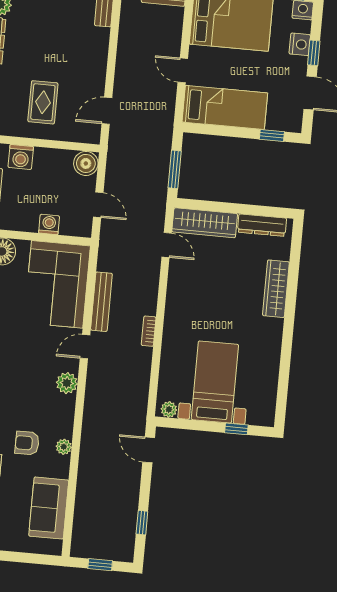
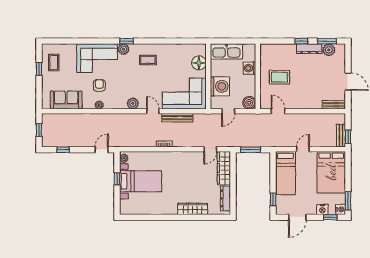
window: (314, 53) -> (330, 217), moved
washing machine: (49, 224) -> (220, 86), width x1.89, depth x1.89
window: (236, 429) -> (117, 179), moved

